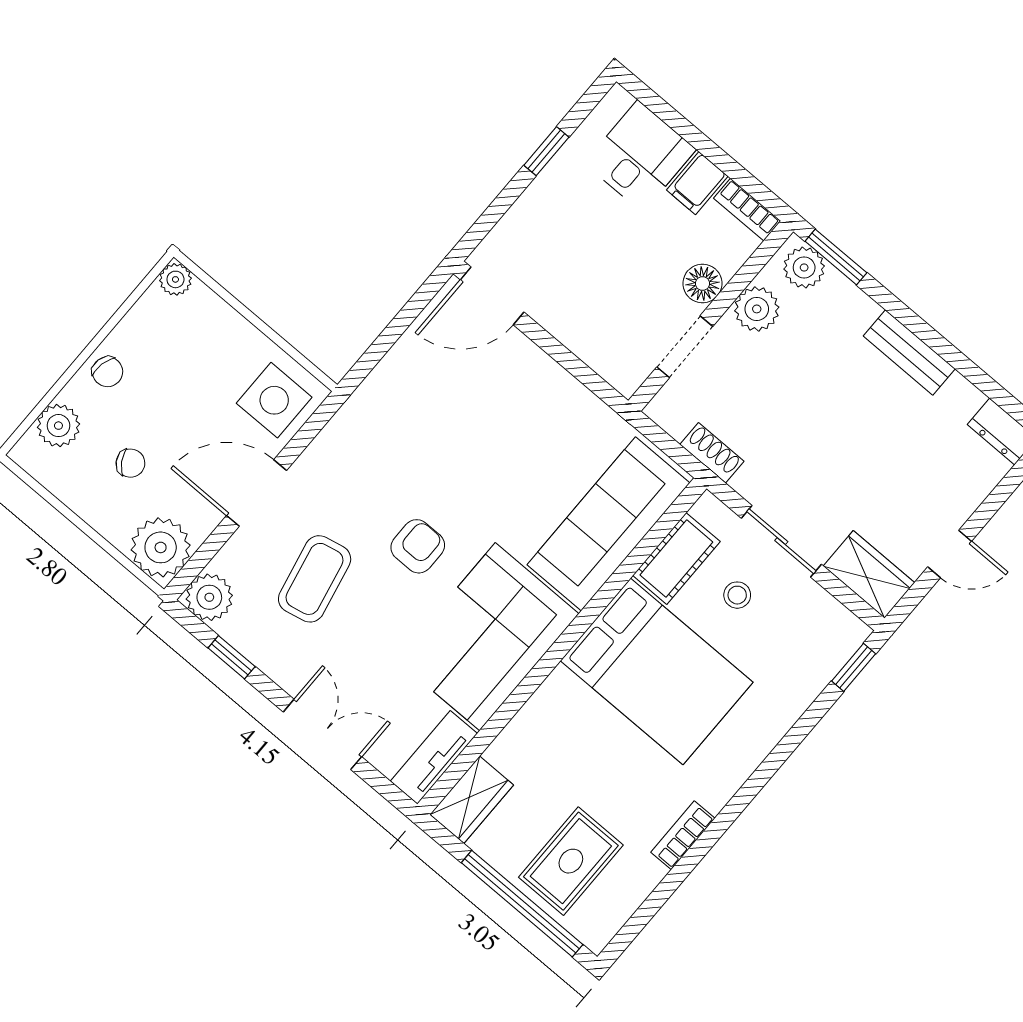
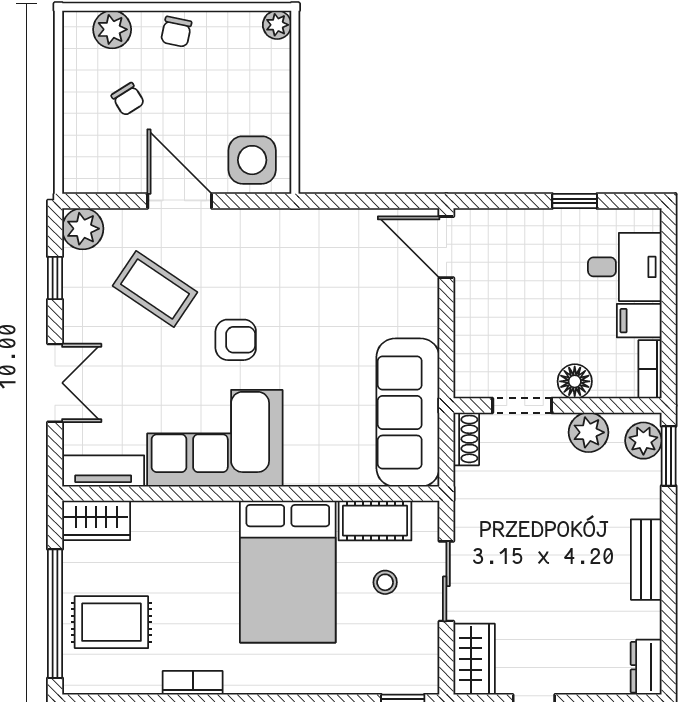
shoe rack: (712, 453) -> (466, 439), moved
sofa: (608, 524) -> (408, 413), moved, turned -90
plant: (161, 547) -> (88, 168), removed
coffee table: (315, 579) -> (155, 289), turned 46

